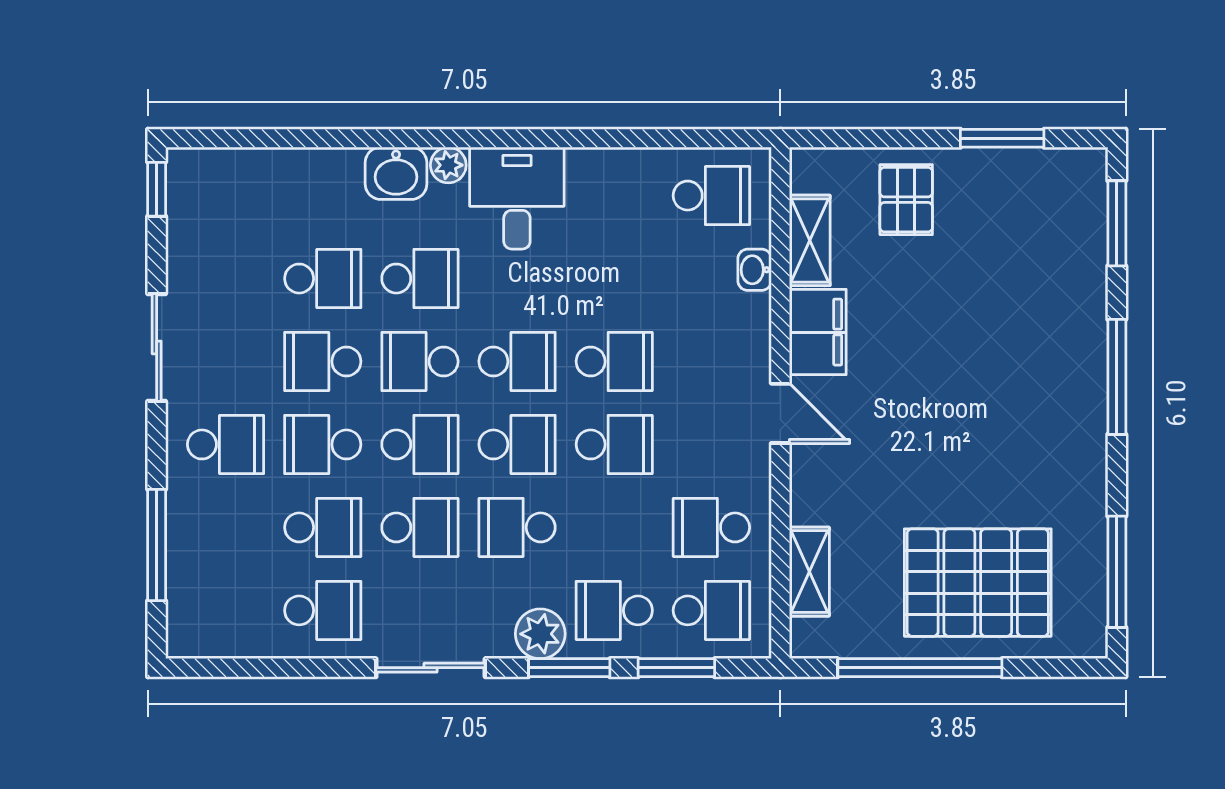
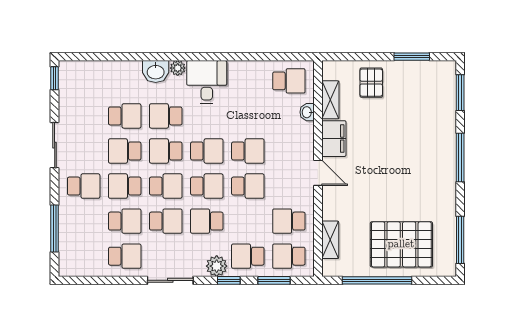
school desk: (420, 279) -> (166, 116), turned 180
school desk: (711, 610) -> (289, 256), turned 180
window: (569, 668) -> (229, 280), width x0.67

